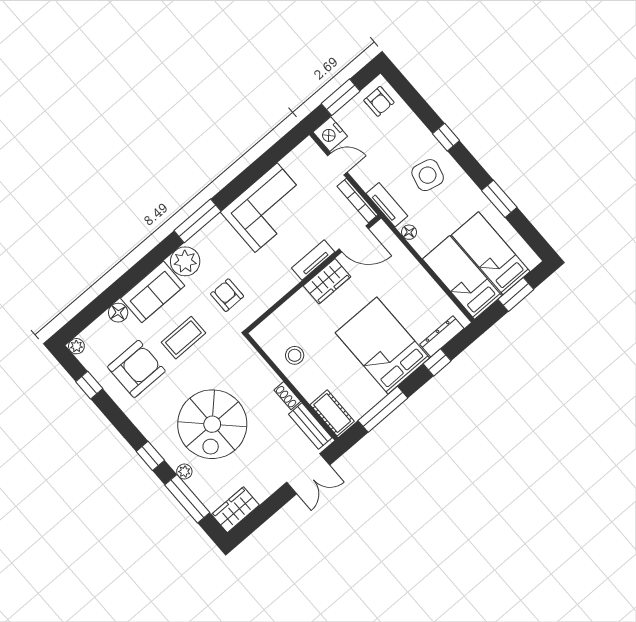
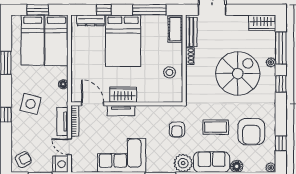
armchair: (379, 101) -> (23, 160), turned 63
tv unit: (387, 205) -> (62, 122), moved
armchair: (136, 369) -> (251, 132), turned -90

